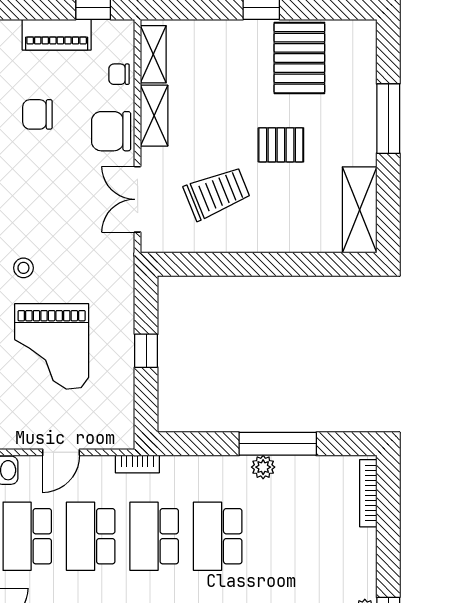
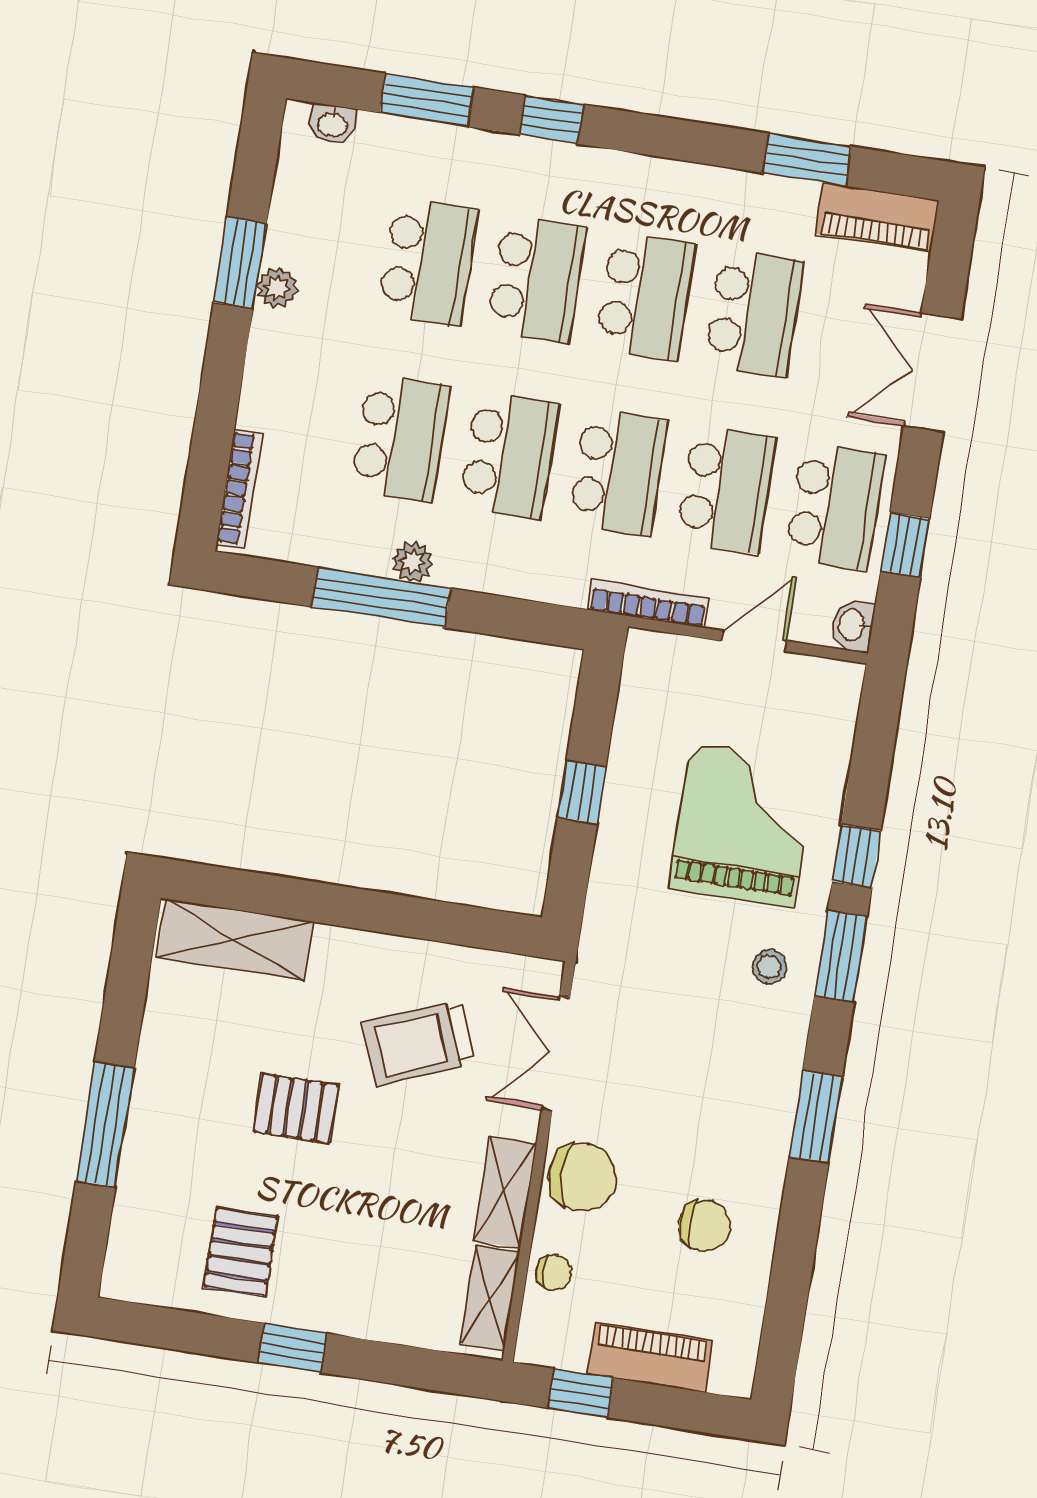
pallet: (299, 58) -> (241, 1252), width x0.67, depth x0.71
double door: (138, 199) -> (556, 1054), swing flipped
shelving: (360, 210) -> (235, 940), moved, turned 90
bookcase: (137, 464) -> (648, 604), width x1.56
school desk: (281, 536) -> (400, 439), added

